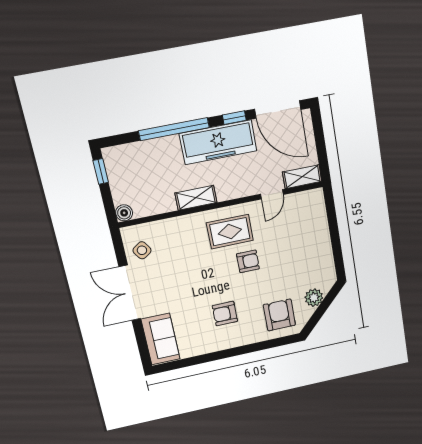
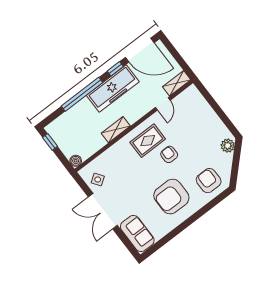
armchair: (248, 261) -> (169, 154), turned -90
plant: (314, 298) -> (228, 146), moved
armchair: (225, 314) -> (171, 197), width x1.88, depth x1.88

